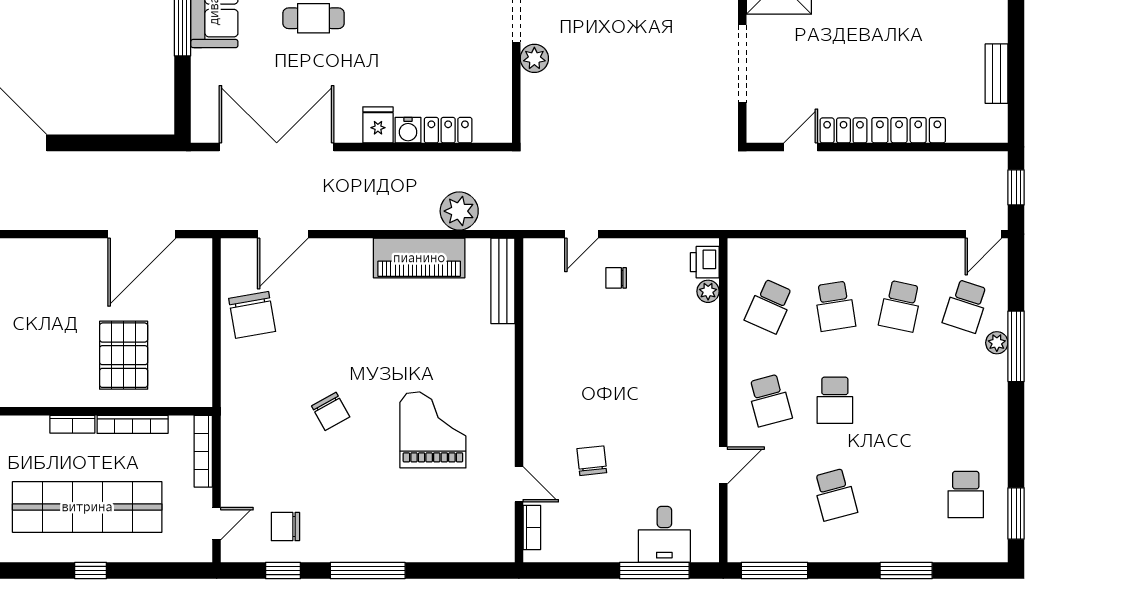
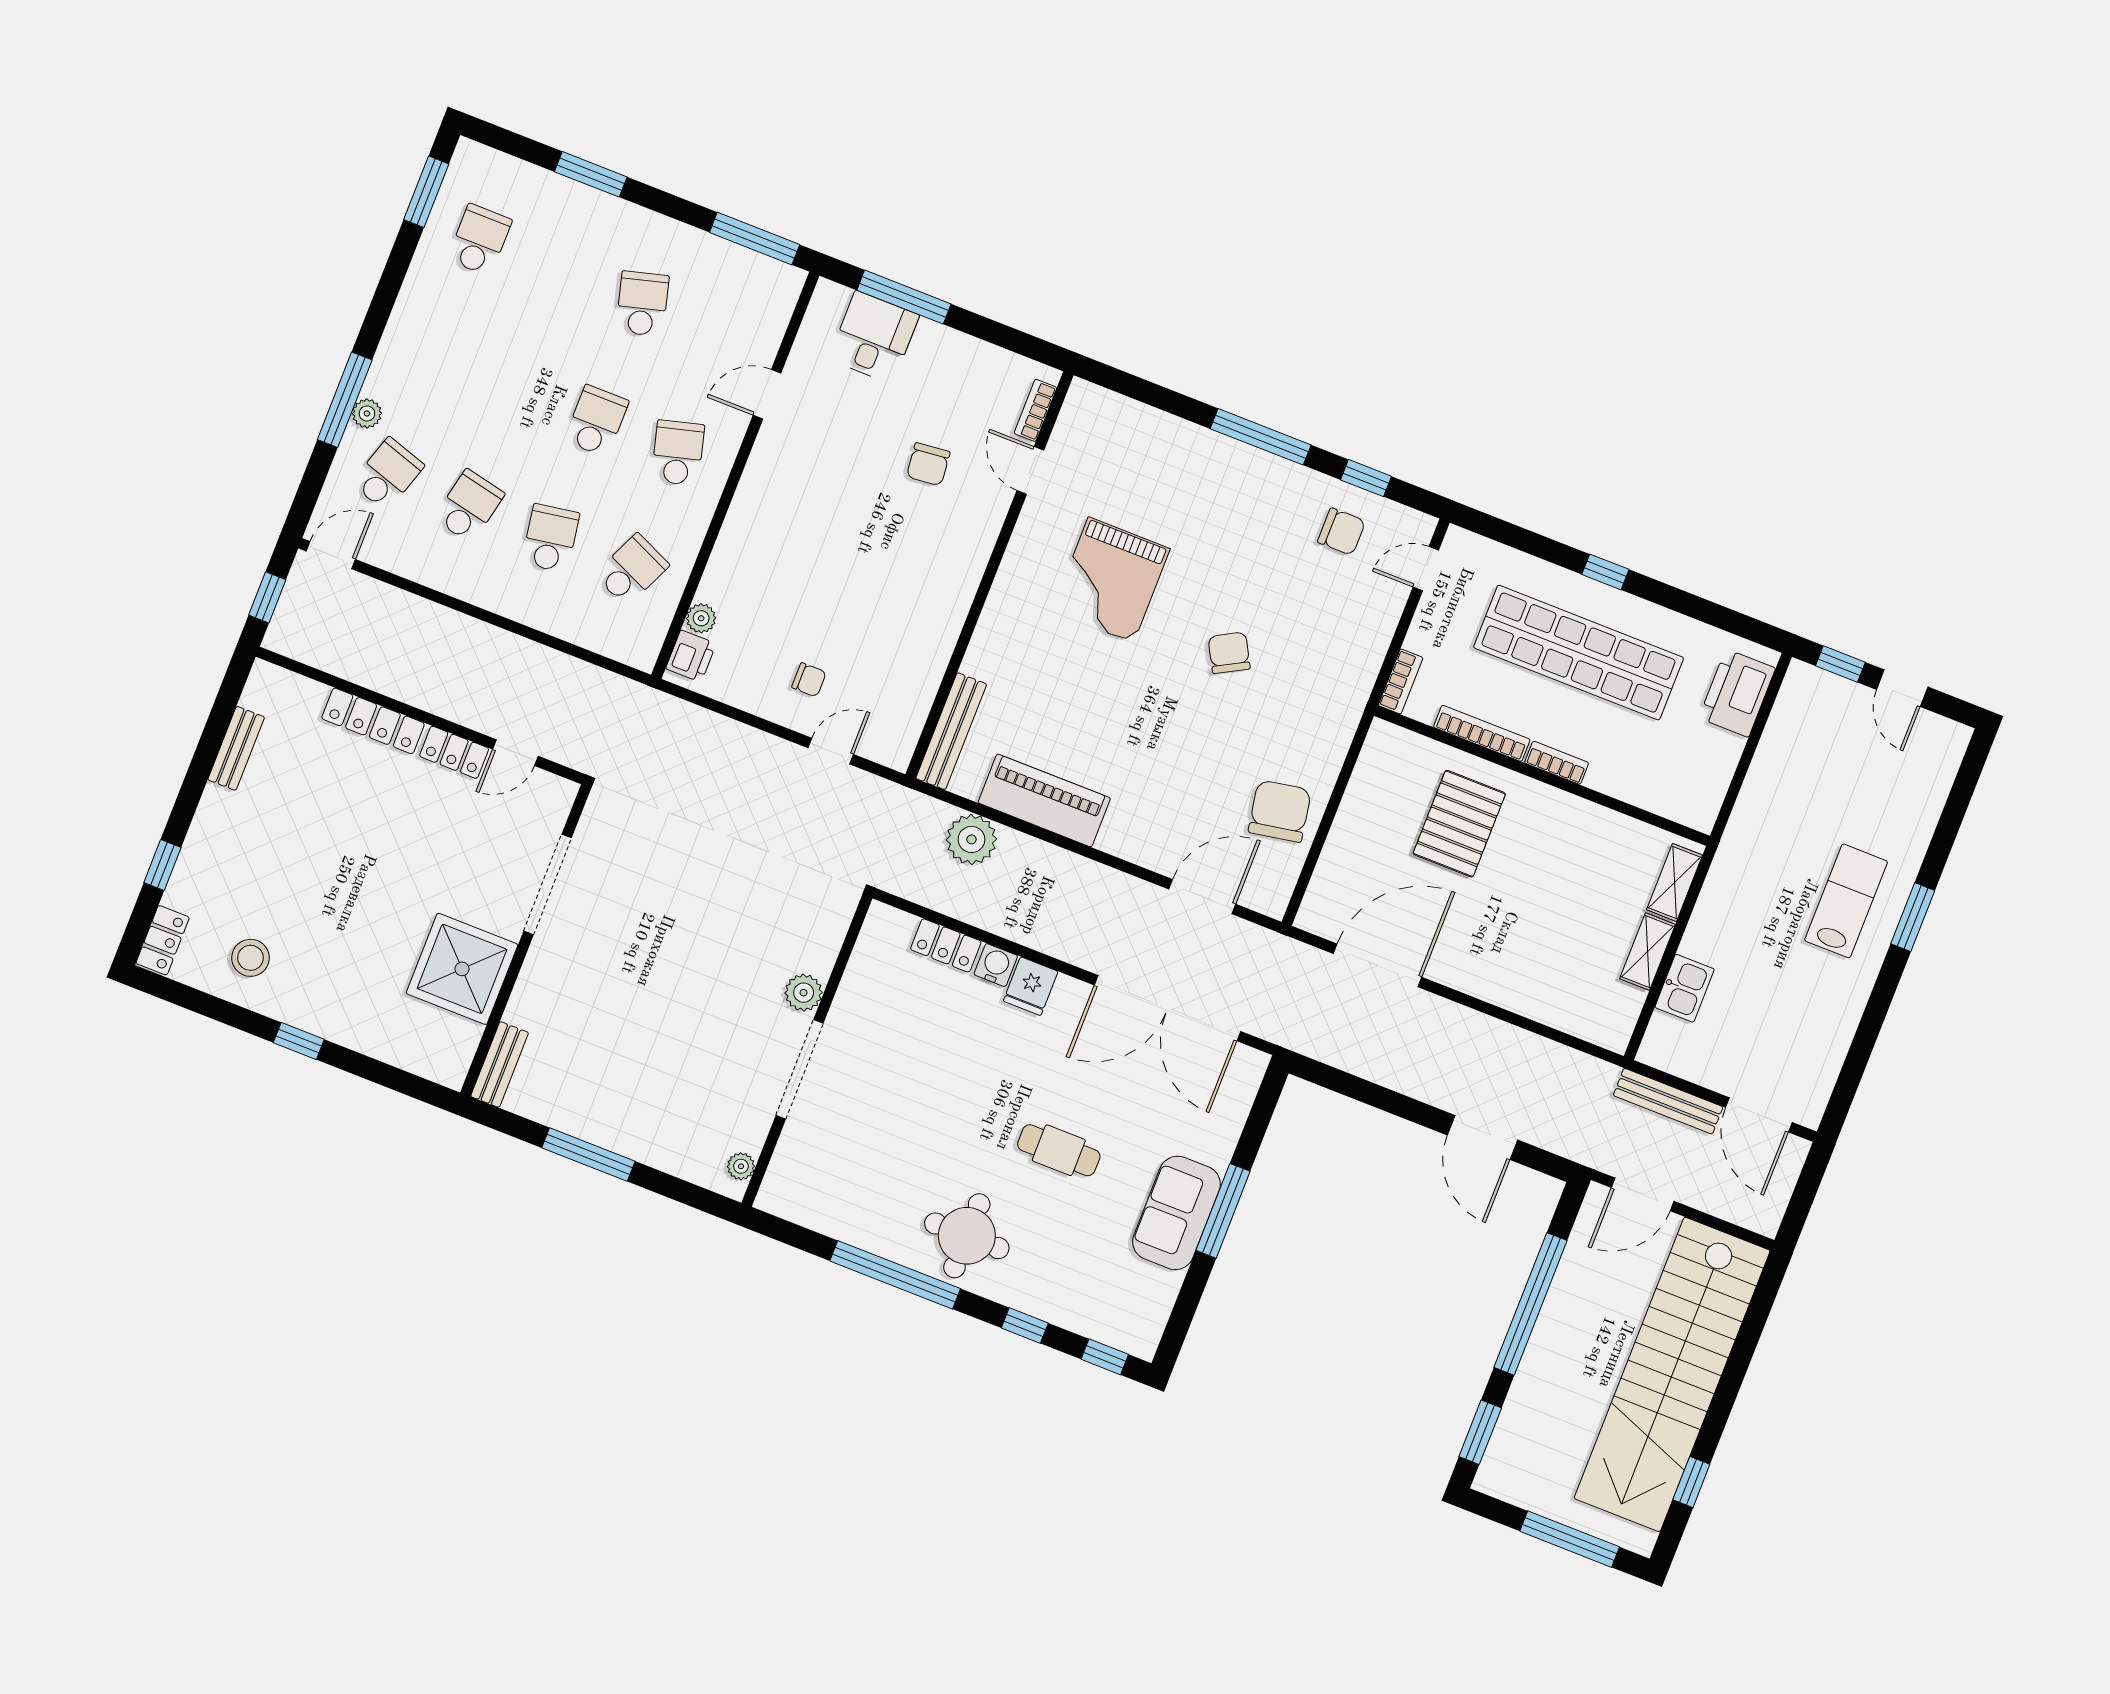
bookcase: (203, 451) -> (1401, 682), width x0.64

